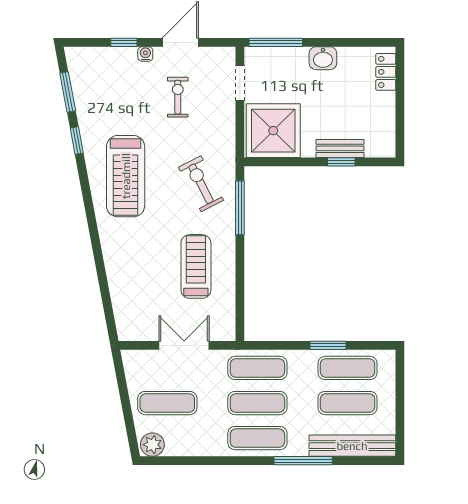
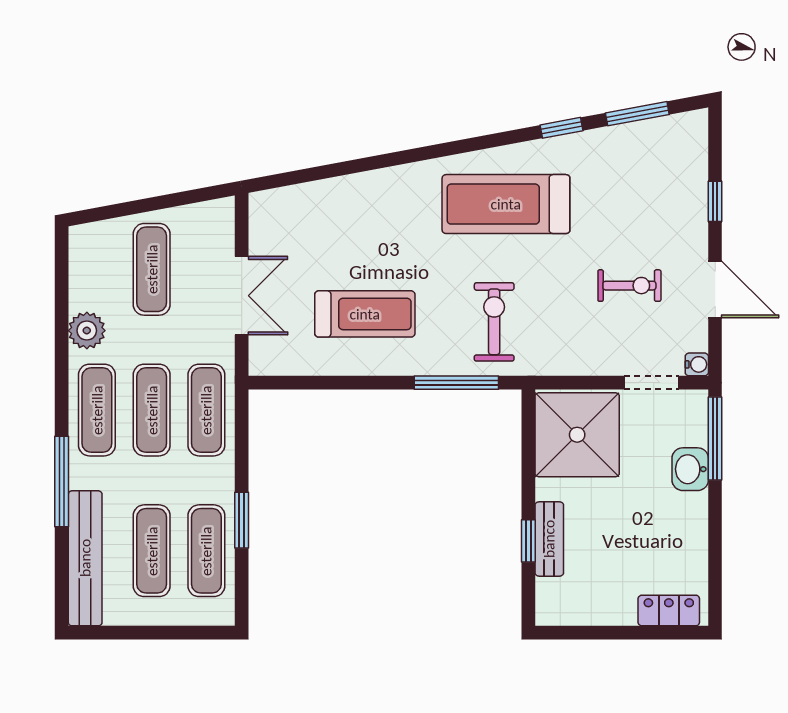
water cooler: (145, 54) -> (697, 364), moved
washbasin: (323, 58) -> (690, 469), moved
exercise bike: (201, 184) -> (494, 322), turned -63
plant: (152, 445) -> (87, 331), moved

